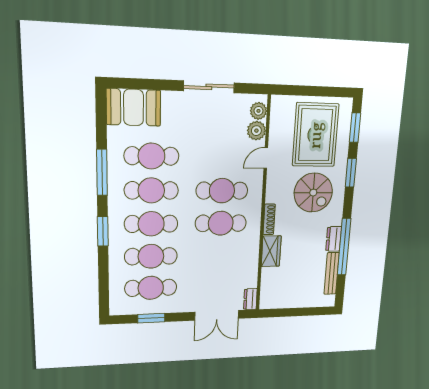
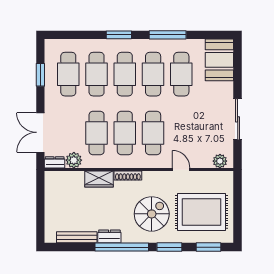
plant: (256, 131) -> (74, 160), moved
spiral stairs: (313, 193) -> (152, 214), turned 180
window: (344, 247) -> (122, 247), moved
cafe table: (220, 255) -> (97, 133), added

